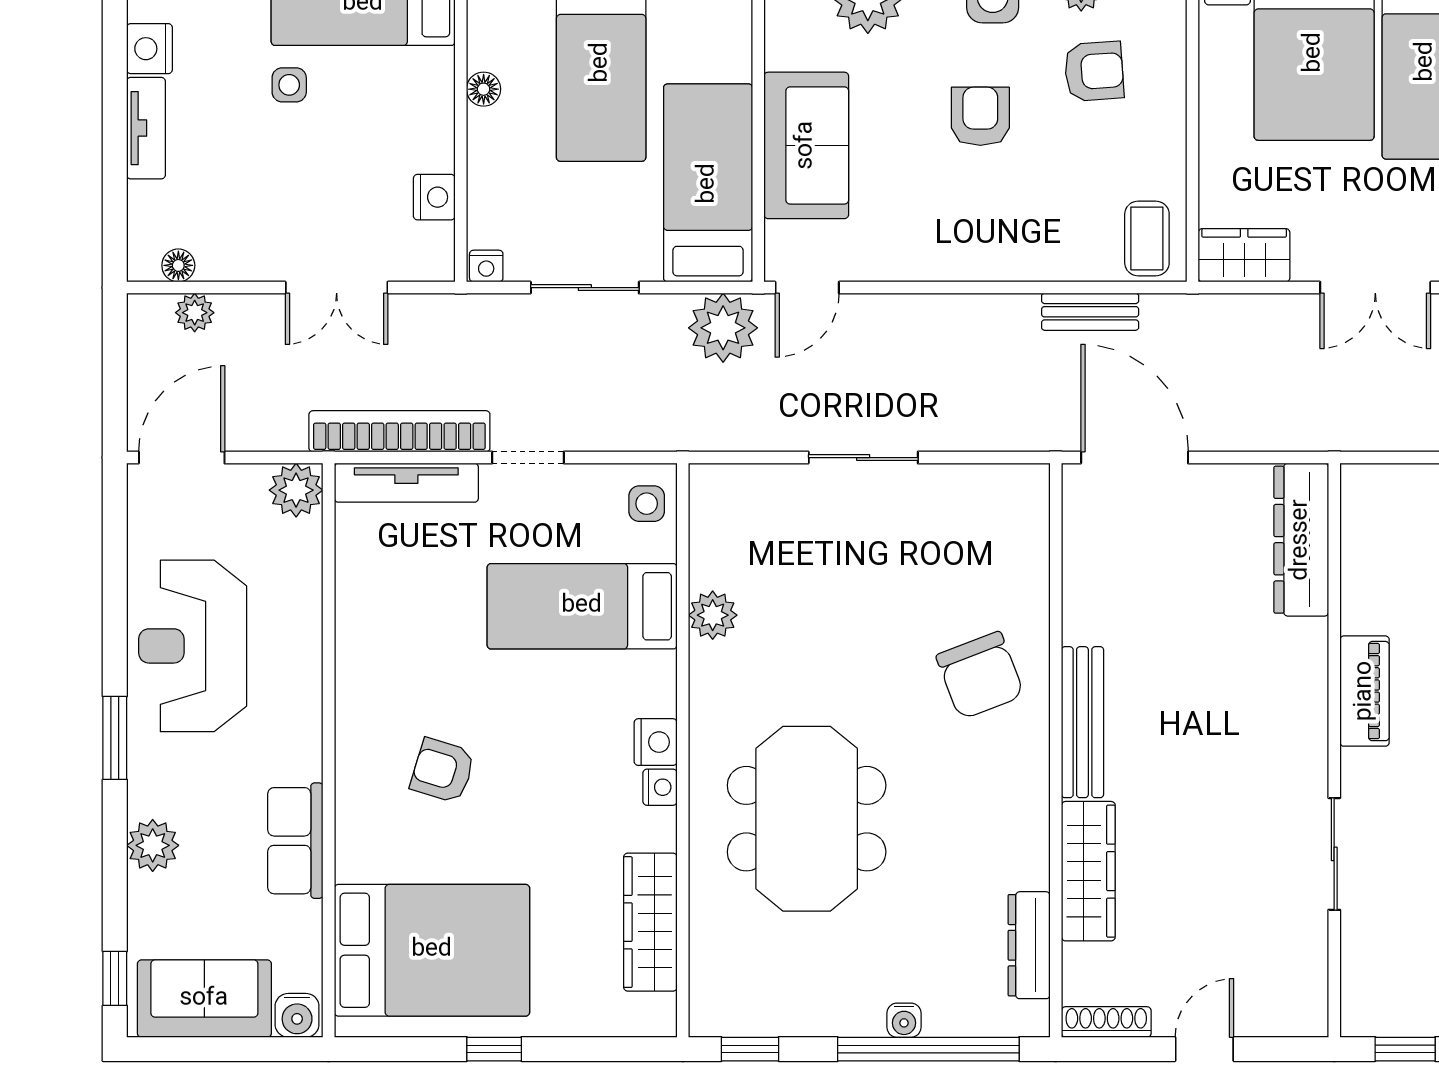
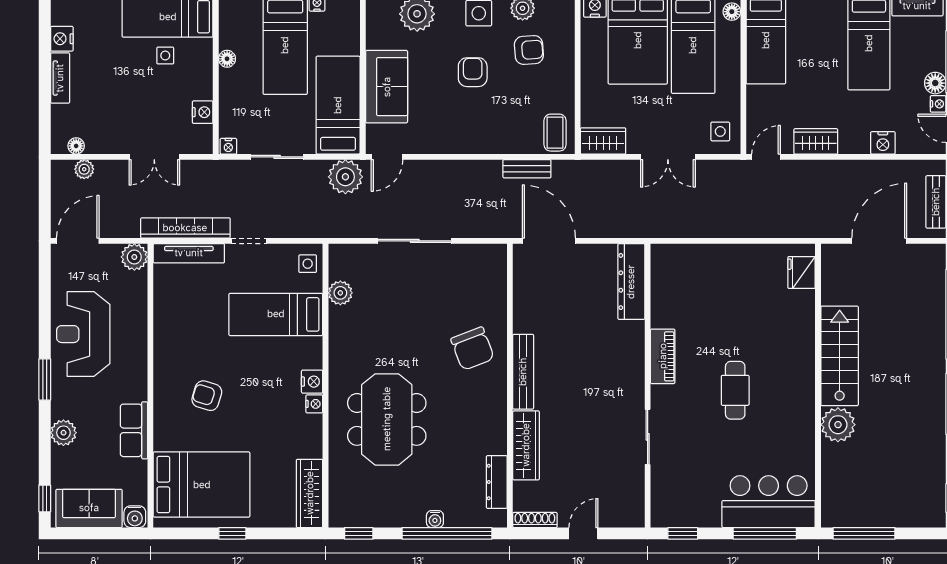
side table: (289, 85) -> (165, 56), moved
sliding door: (863, 458) -> (415, 241), width x1.37
plant: (713, 615) -> (340, 293), moved
wardrobe: (650, 922) -> (310, 493), moved

